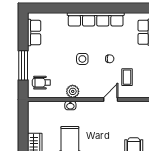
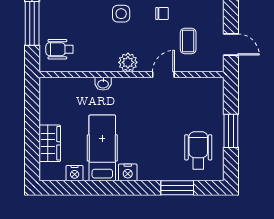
plant: (73, 91) -> (128, 62), moved

